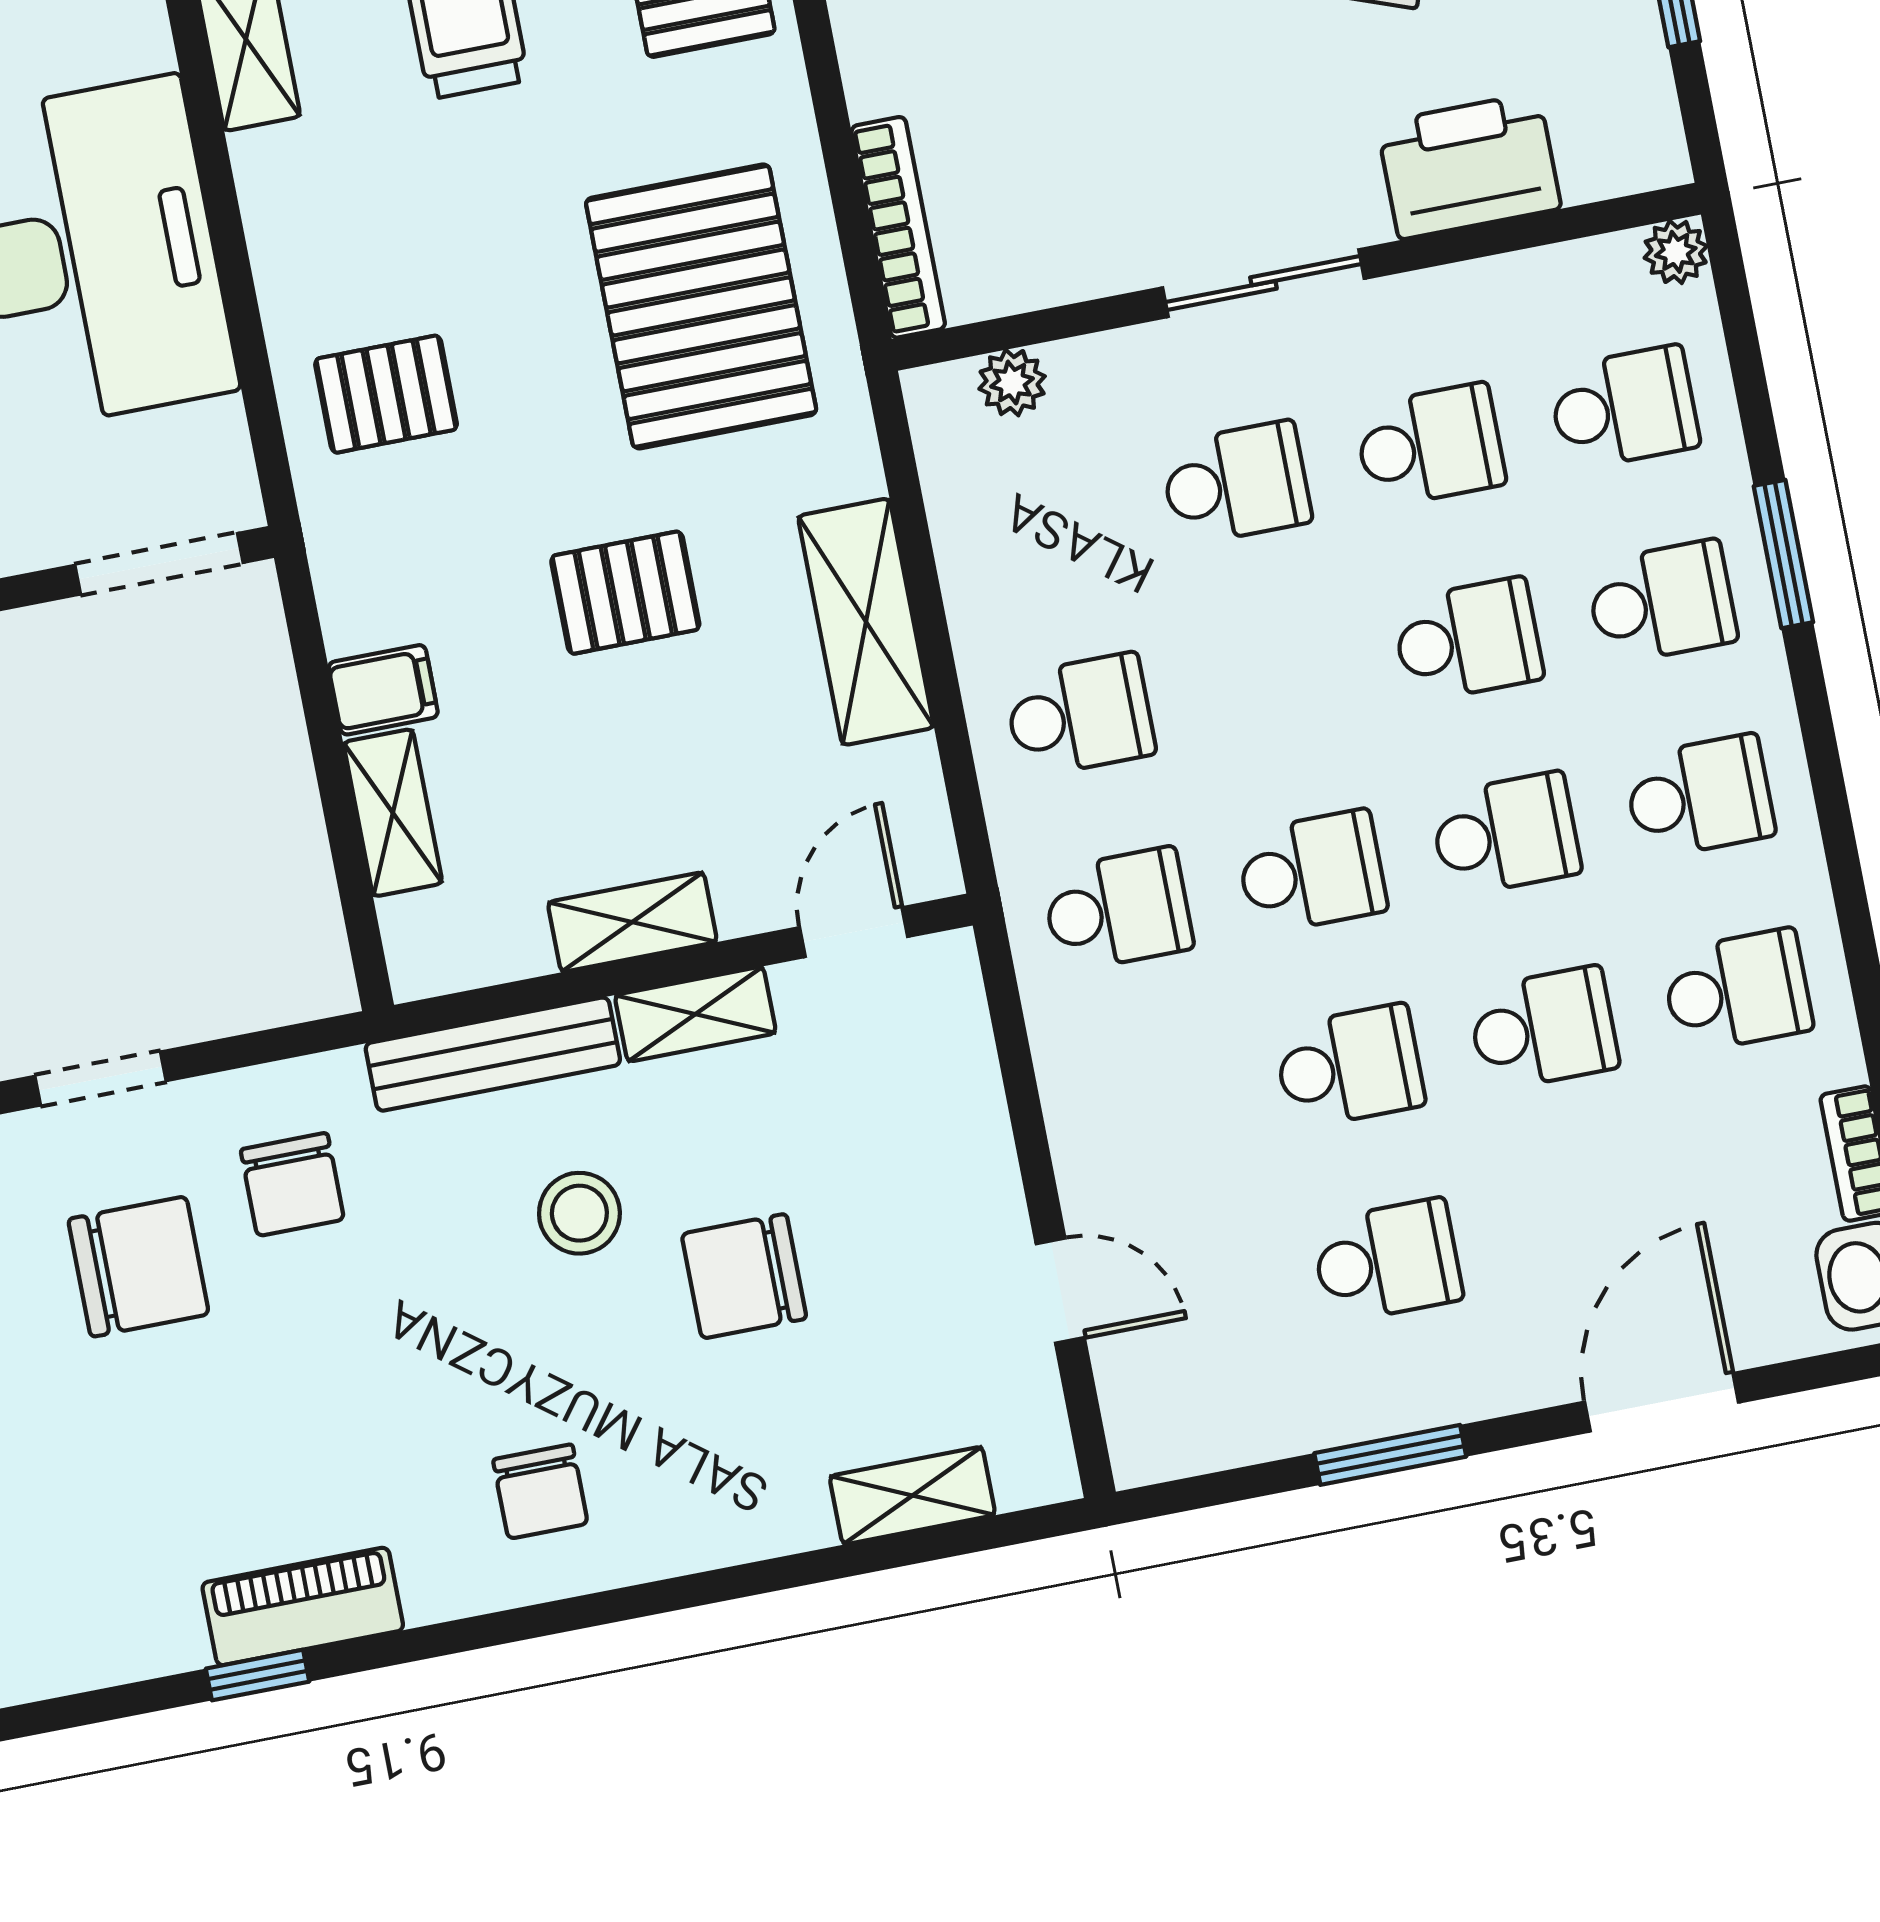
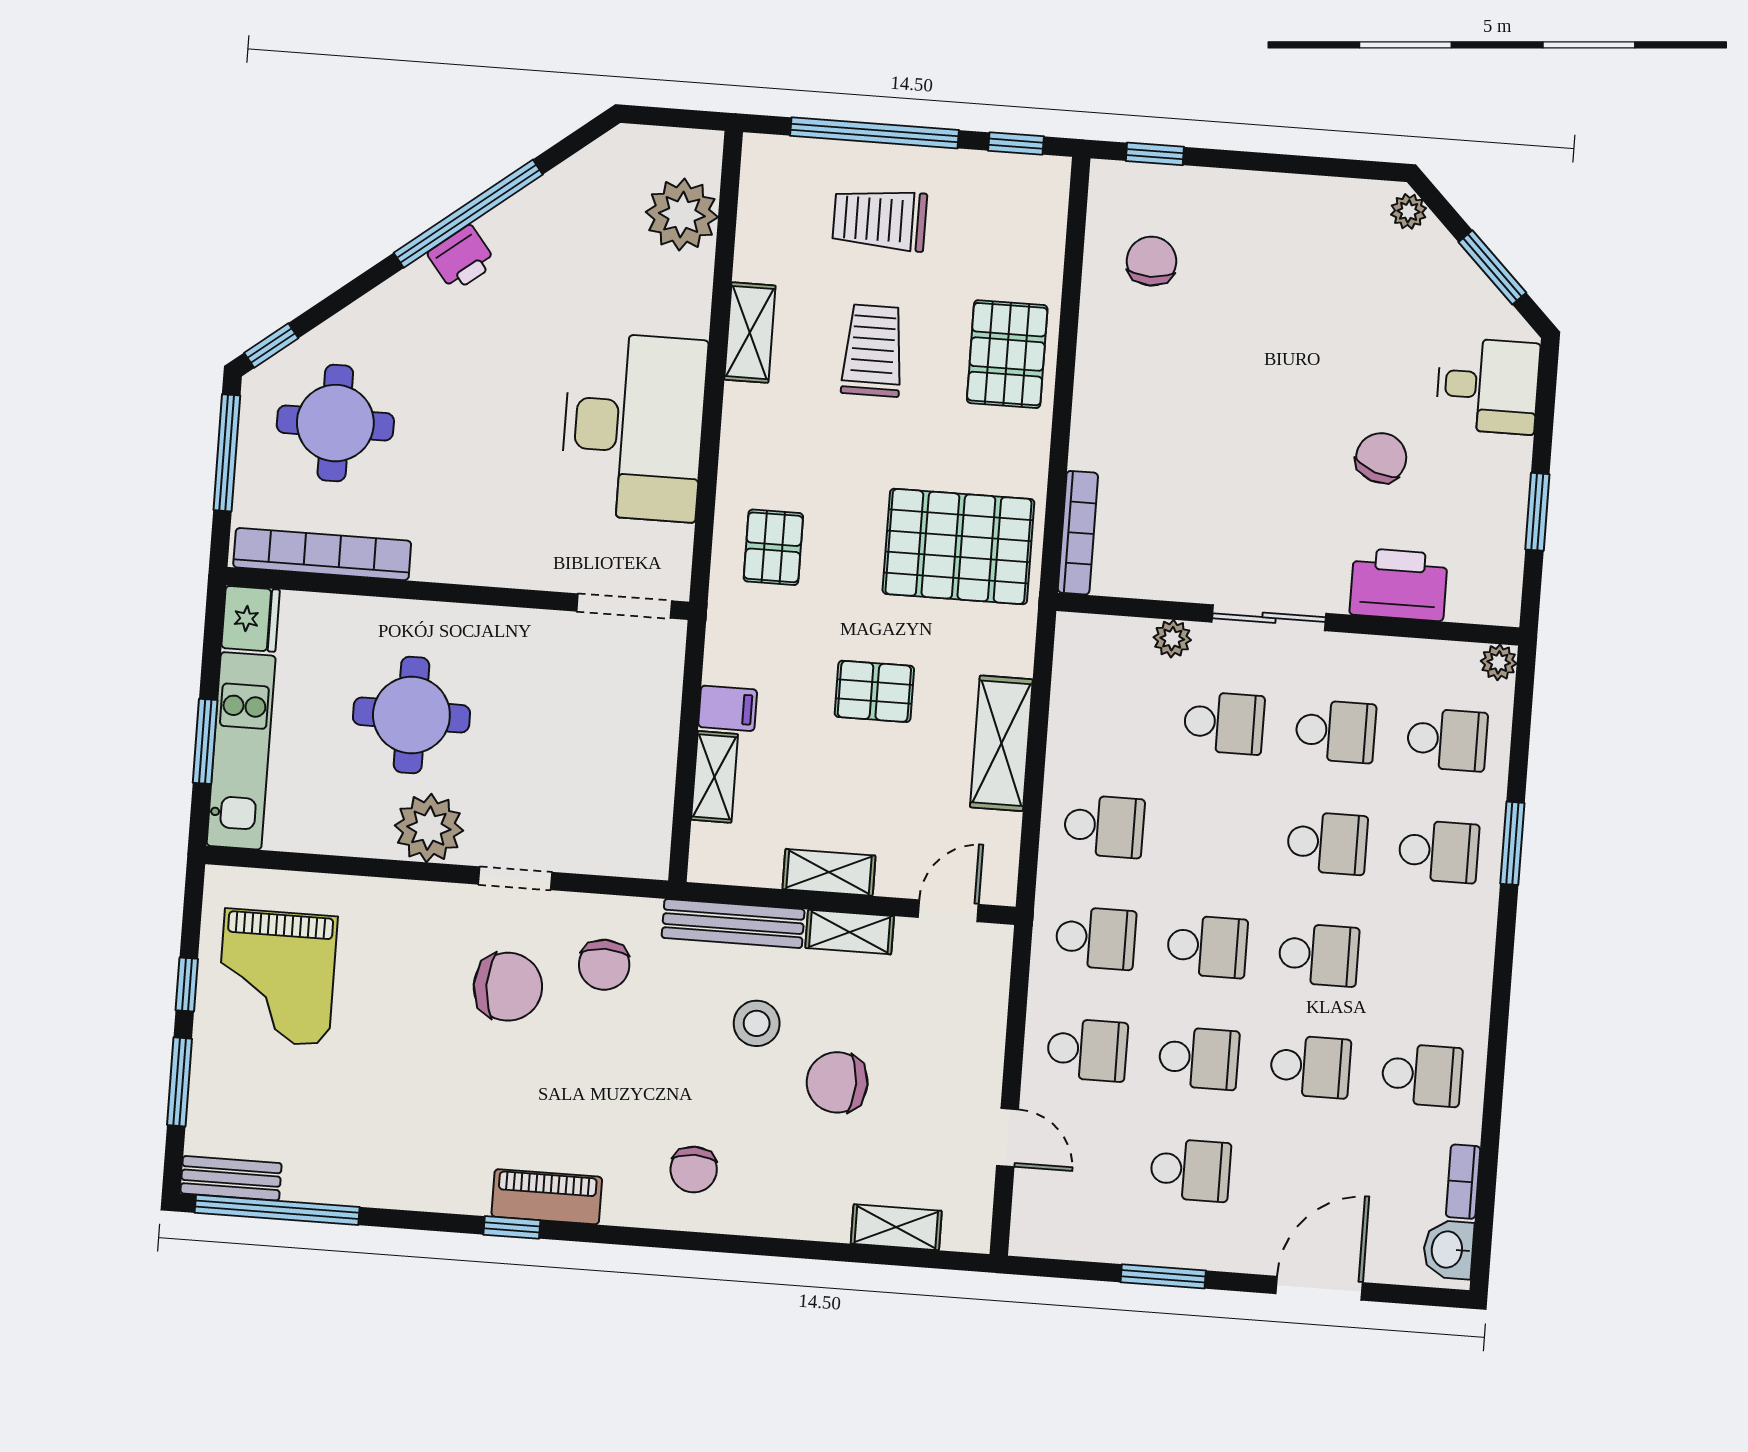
pallet: (701, 306) -> (958, 546), turned 90
plant: (1012, 383) -> (1172, 639), moved
pallet: (386, 394) -> (773, 547), turned 90
school desk: (1699, 797) -> (1087, 1050), moved

